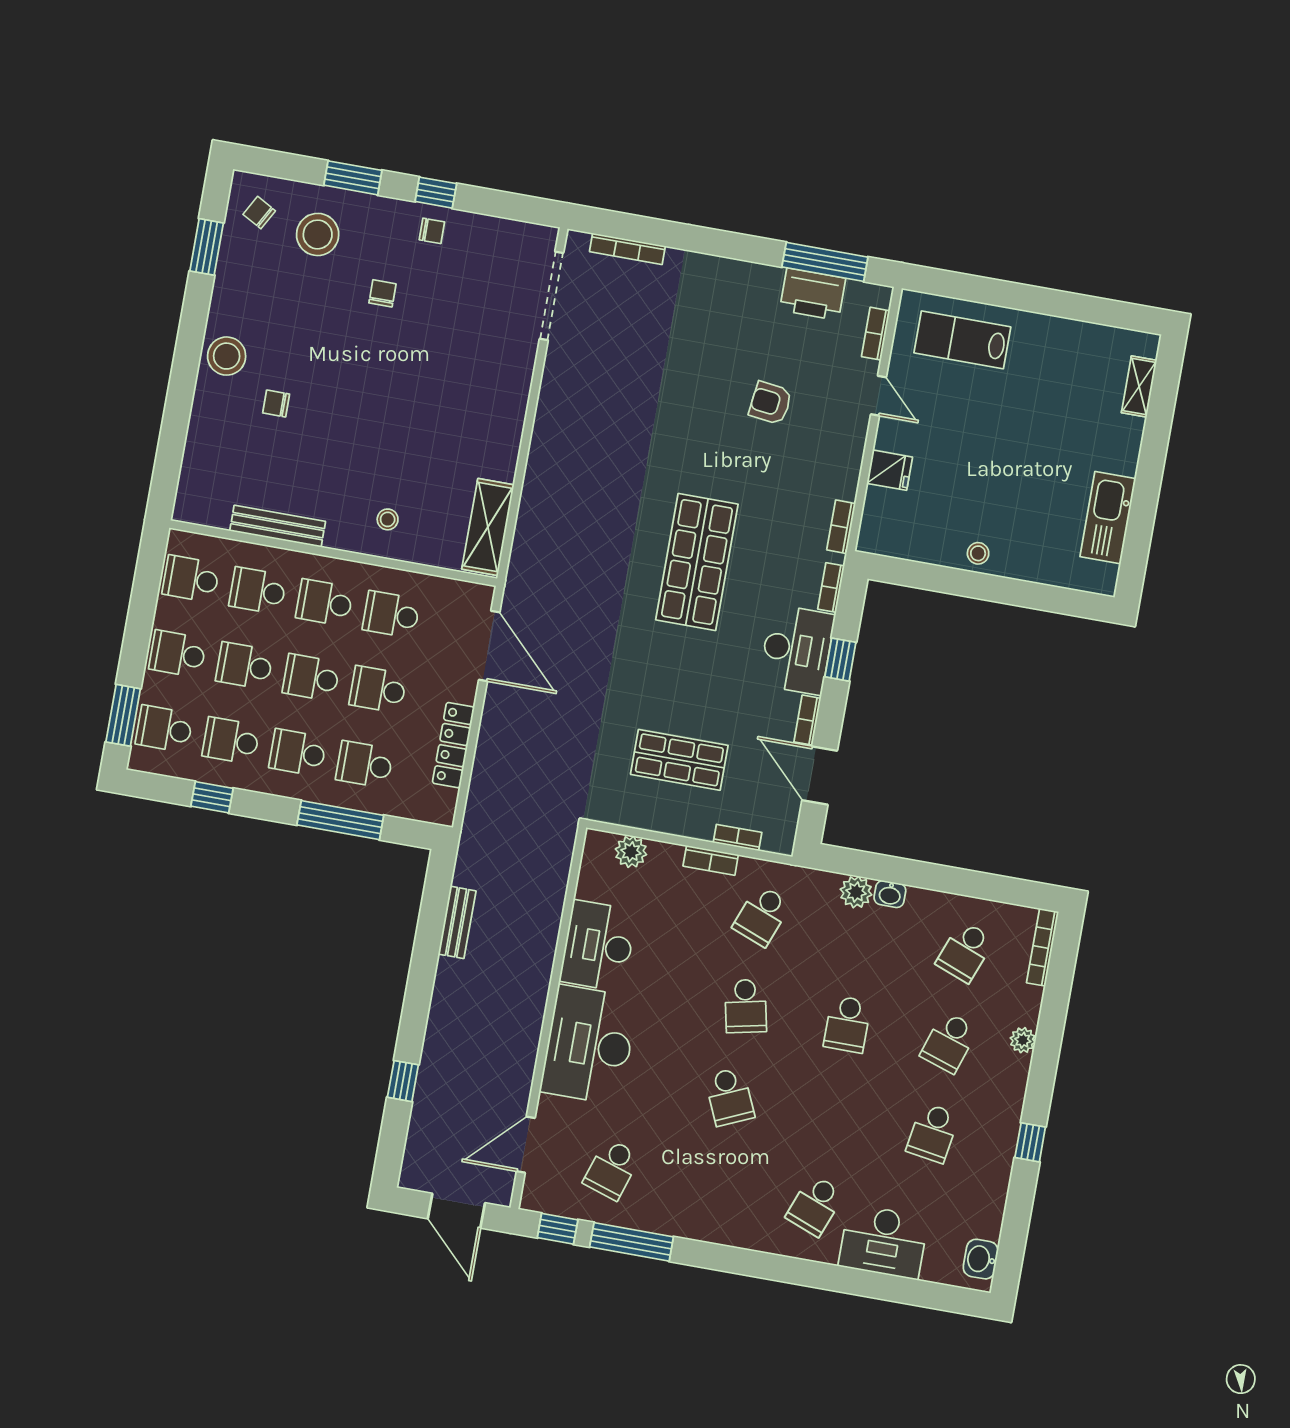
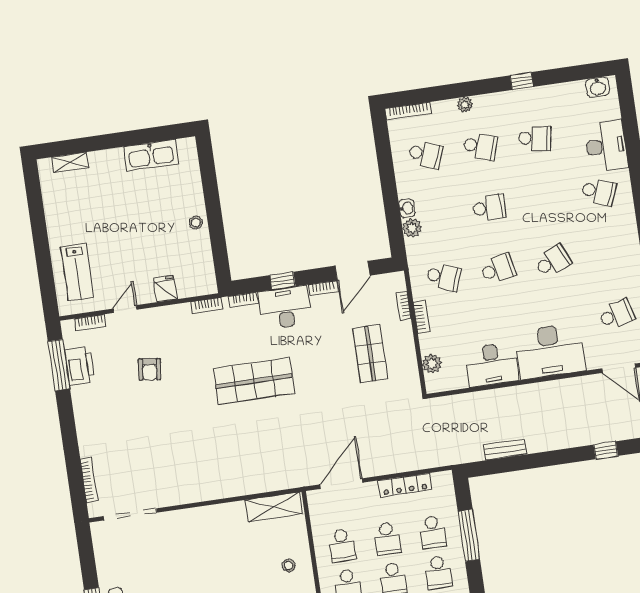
school desk: (612, 1169) -> (616, 315), turned -33

